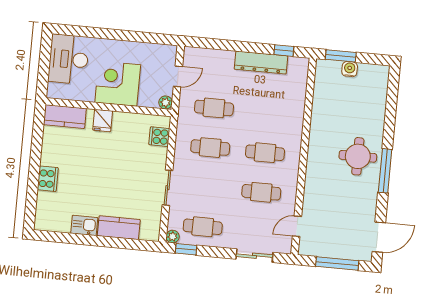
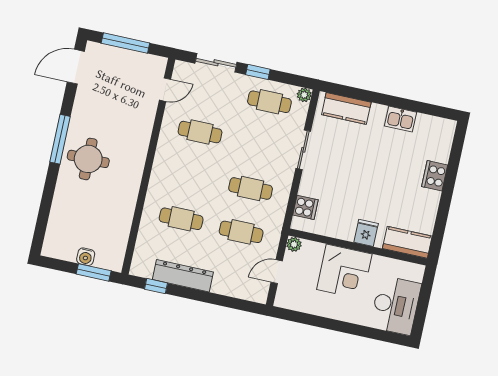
cafe table: (265, 153) -> (181, 219), moved
kitchen counter: (119, 228) -> (346, 108), moved
window: (186, 249) -> (258, 72), moved

